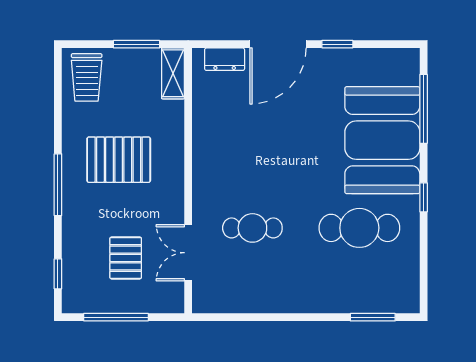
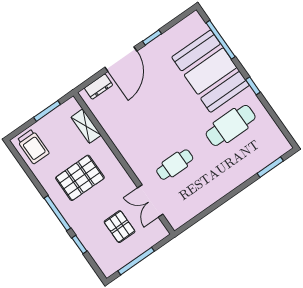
shelving: (173, 73) -> (86, 126), moved
window: (58, 274) -> (79, 245), moved

